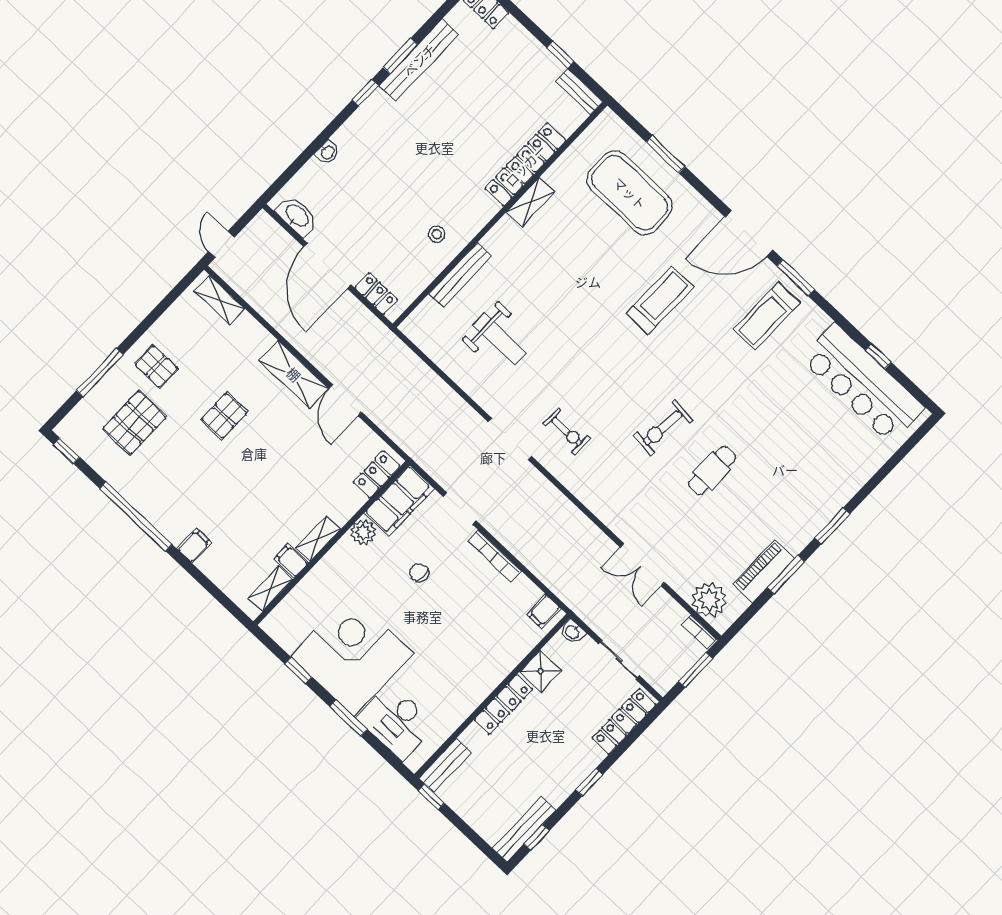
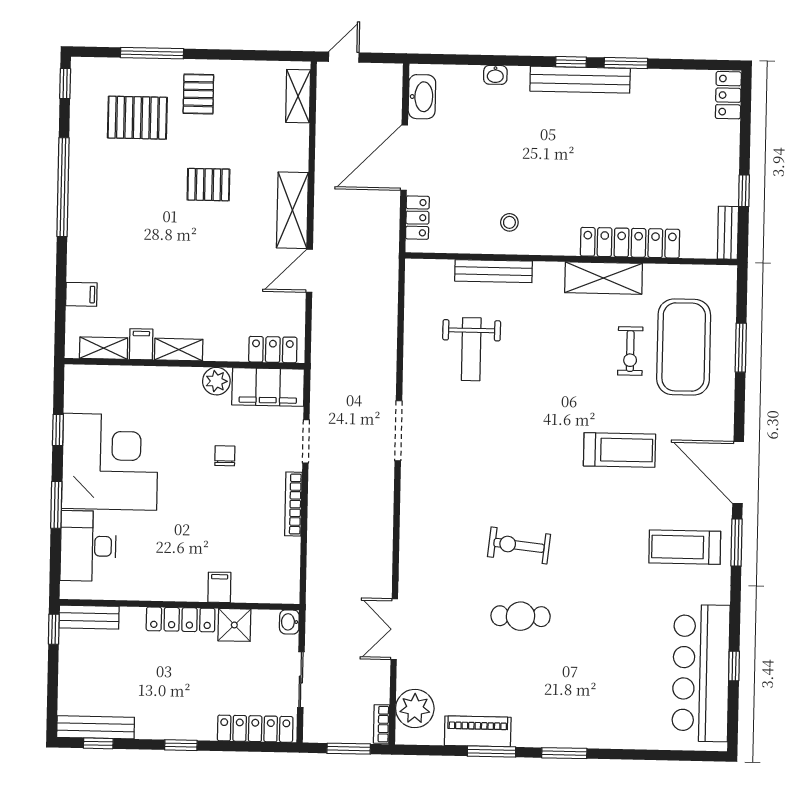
bench: (419, 60) -> (580, 80), moved
shelving: (530, 202) -> (604, 278), width x1.50, depth x1.33
exercise bike: (567, 431) -> (630, 351), moved
filing cabinet: (194, 546) -> (81, 294), moved
filing cabinet: (544, 611) -> (219, 587), moved, turned 90

